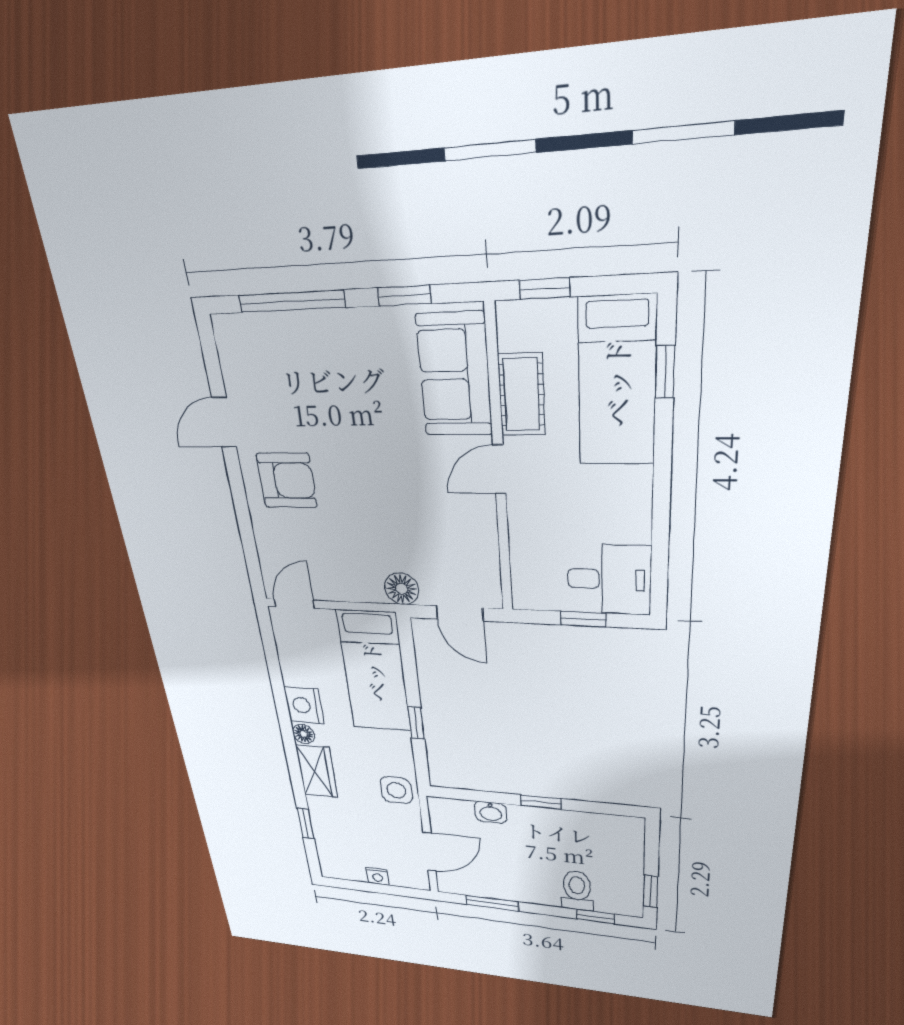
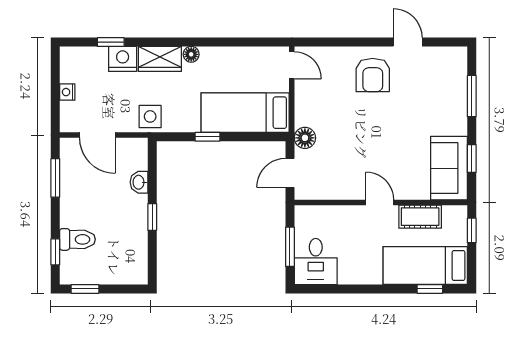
window: (292, 301) -> (472, 96), width x0.69
sofa: (455, 375) -> (449, 168), moved, turned -90
window: (583, 619) -> (290, 247), width x1.50
nightstand: (304, 705) -> (123, 59), moved

